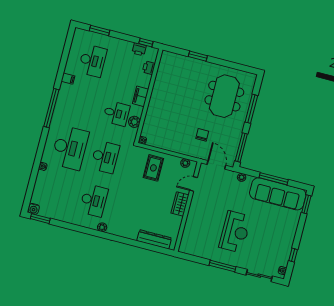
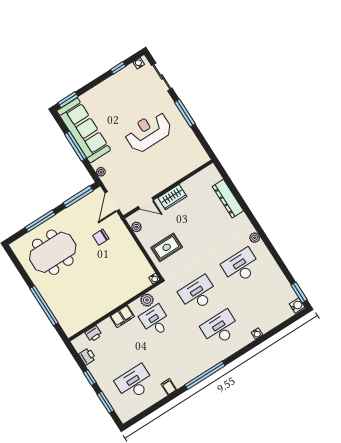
window: (146, 43) -> (90, 378), moved
window: (198, 56) -> (44, 306), width x2.11
desk: (70, 148) -> (220, 328), width x0.73, depth x0.77
dresser: (154, 239) -> (228, 199), moved

